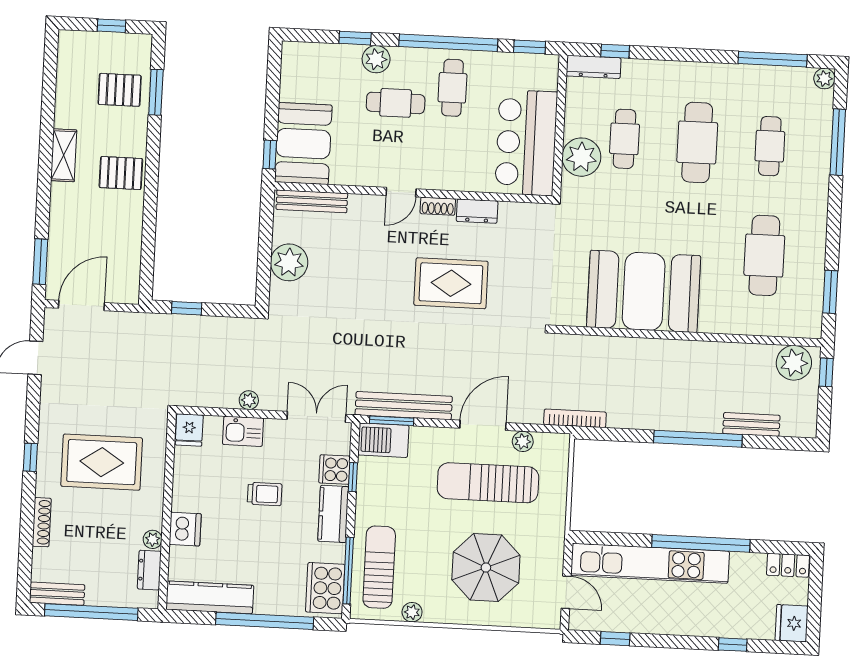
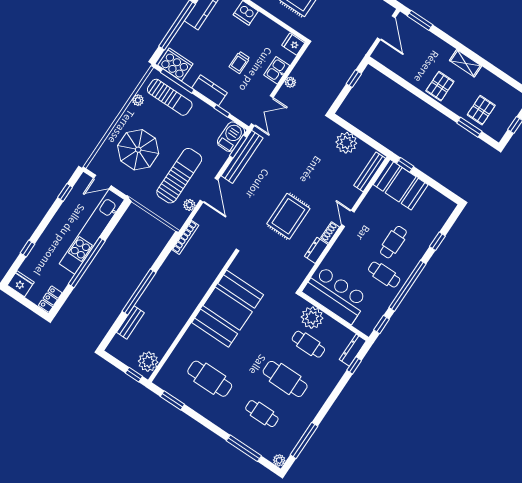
plant: (376, 59) -> (421, 245), removed
cooker: (334, 470) -> (231, 104), removed

